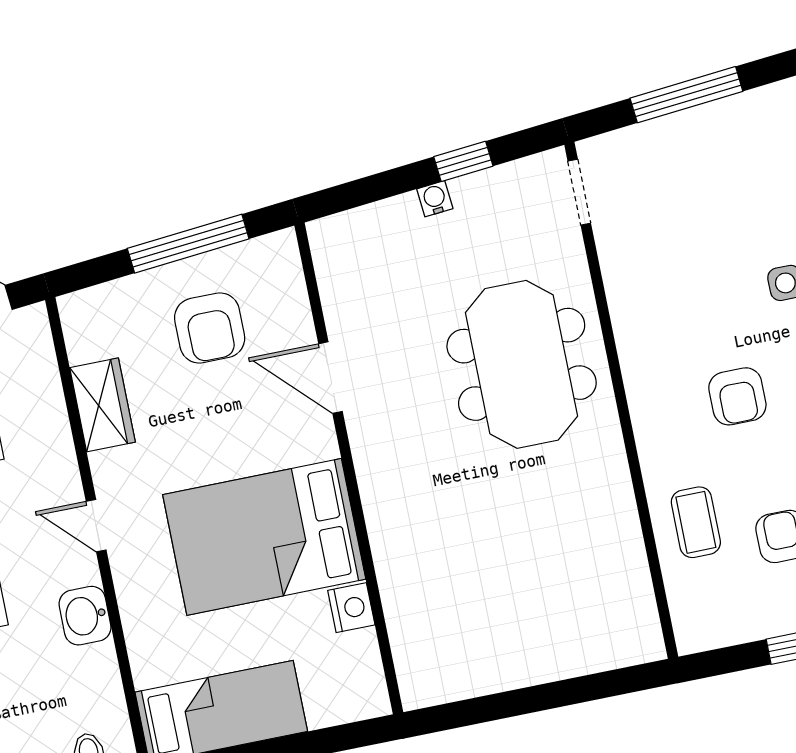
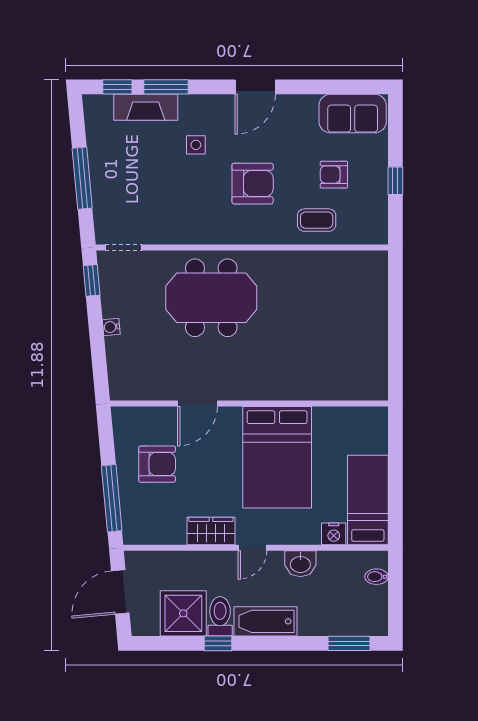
window: (463, 161) -> (92, 280), moved
window: (188, 244) -> (112, 498), moved
armchair: (737, 396) -> (253, 184), width x1.38, depth x1.38
wardrobe: (102, 405) -> (211, 531), moved
nightstand: (351, 608) -> (334, 534), moved, turned 180

